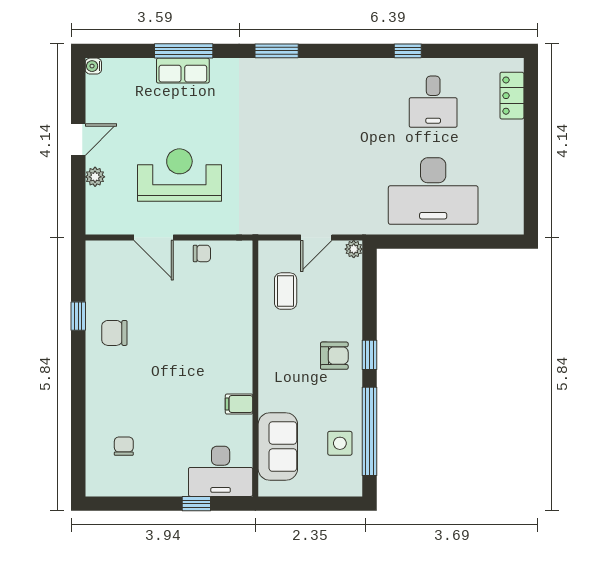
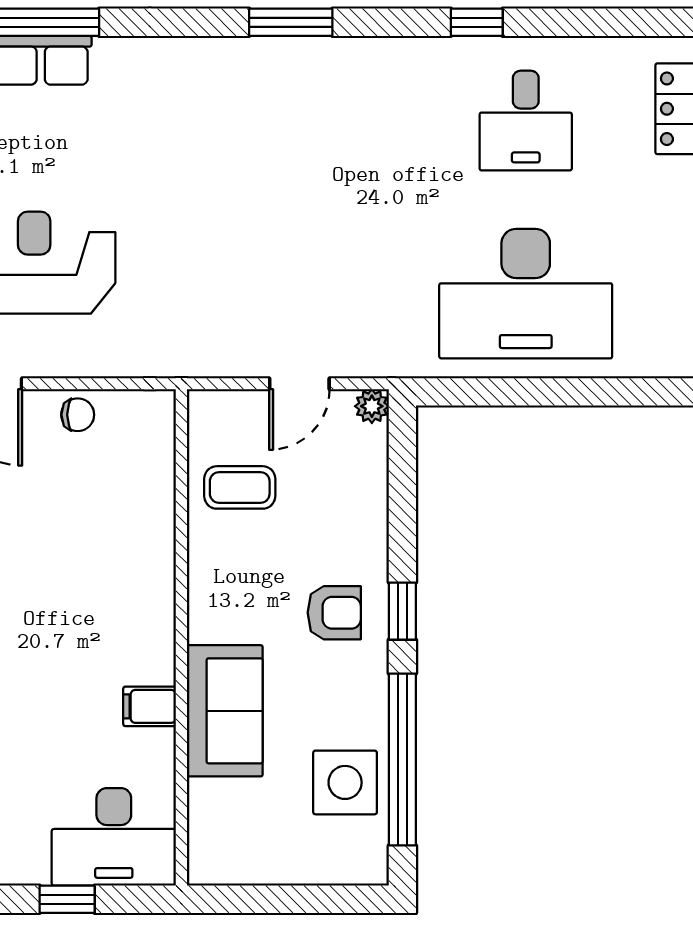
window: (277, 51) -> (291, 22), moved
coffee table: (286, 291) -> (240, 487), turned 90
side table: (340, 443) -> (345, 782), width x1.37, depth x1.37
sofa: (278, 447) -> (225, 711), moved

